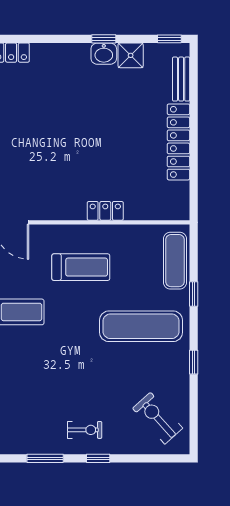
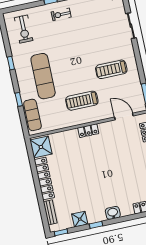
washbasin: (104, 54) -> (113, 213), moved
shower: (172, 200) -> (41, 147), added
locker: (105, 211) -> (88, 131), moved
exercise mat: (141, 326) -> (43, 76), turned 90
exercise bike: (158, 418) -> (24, 29), turned 42

